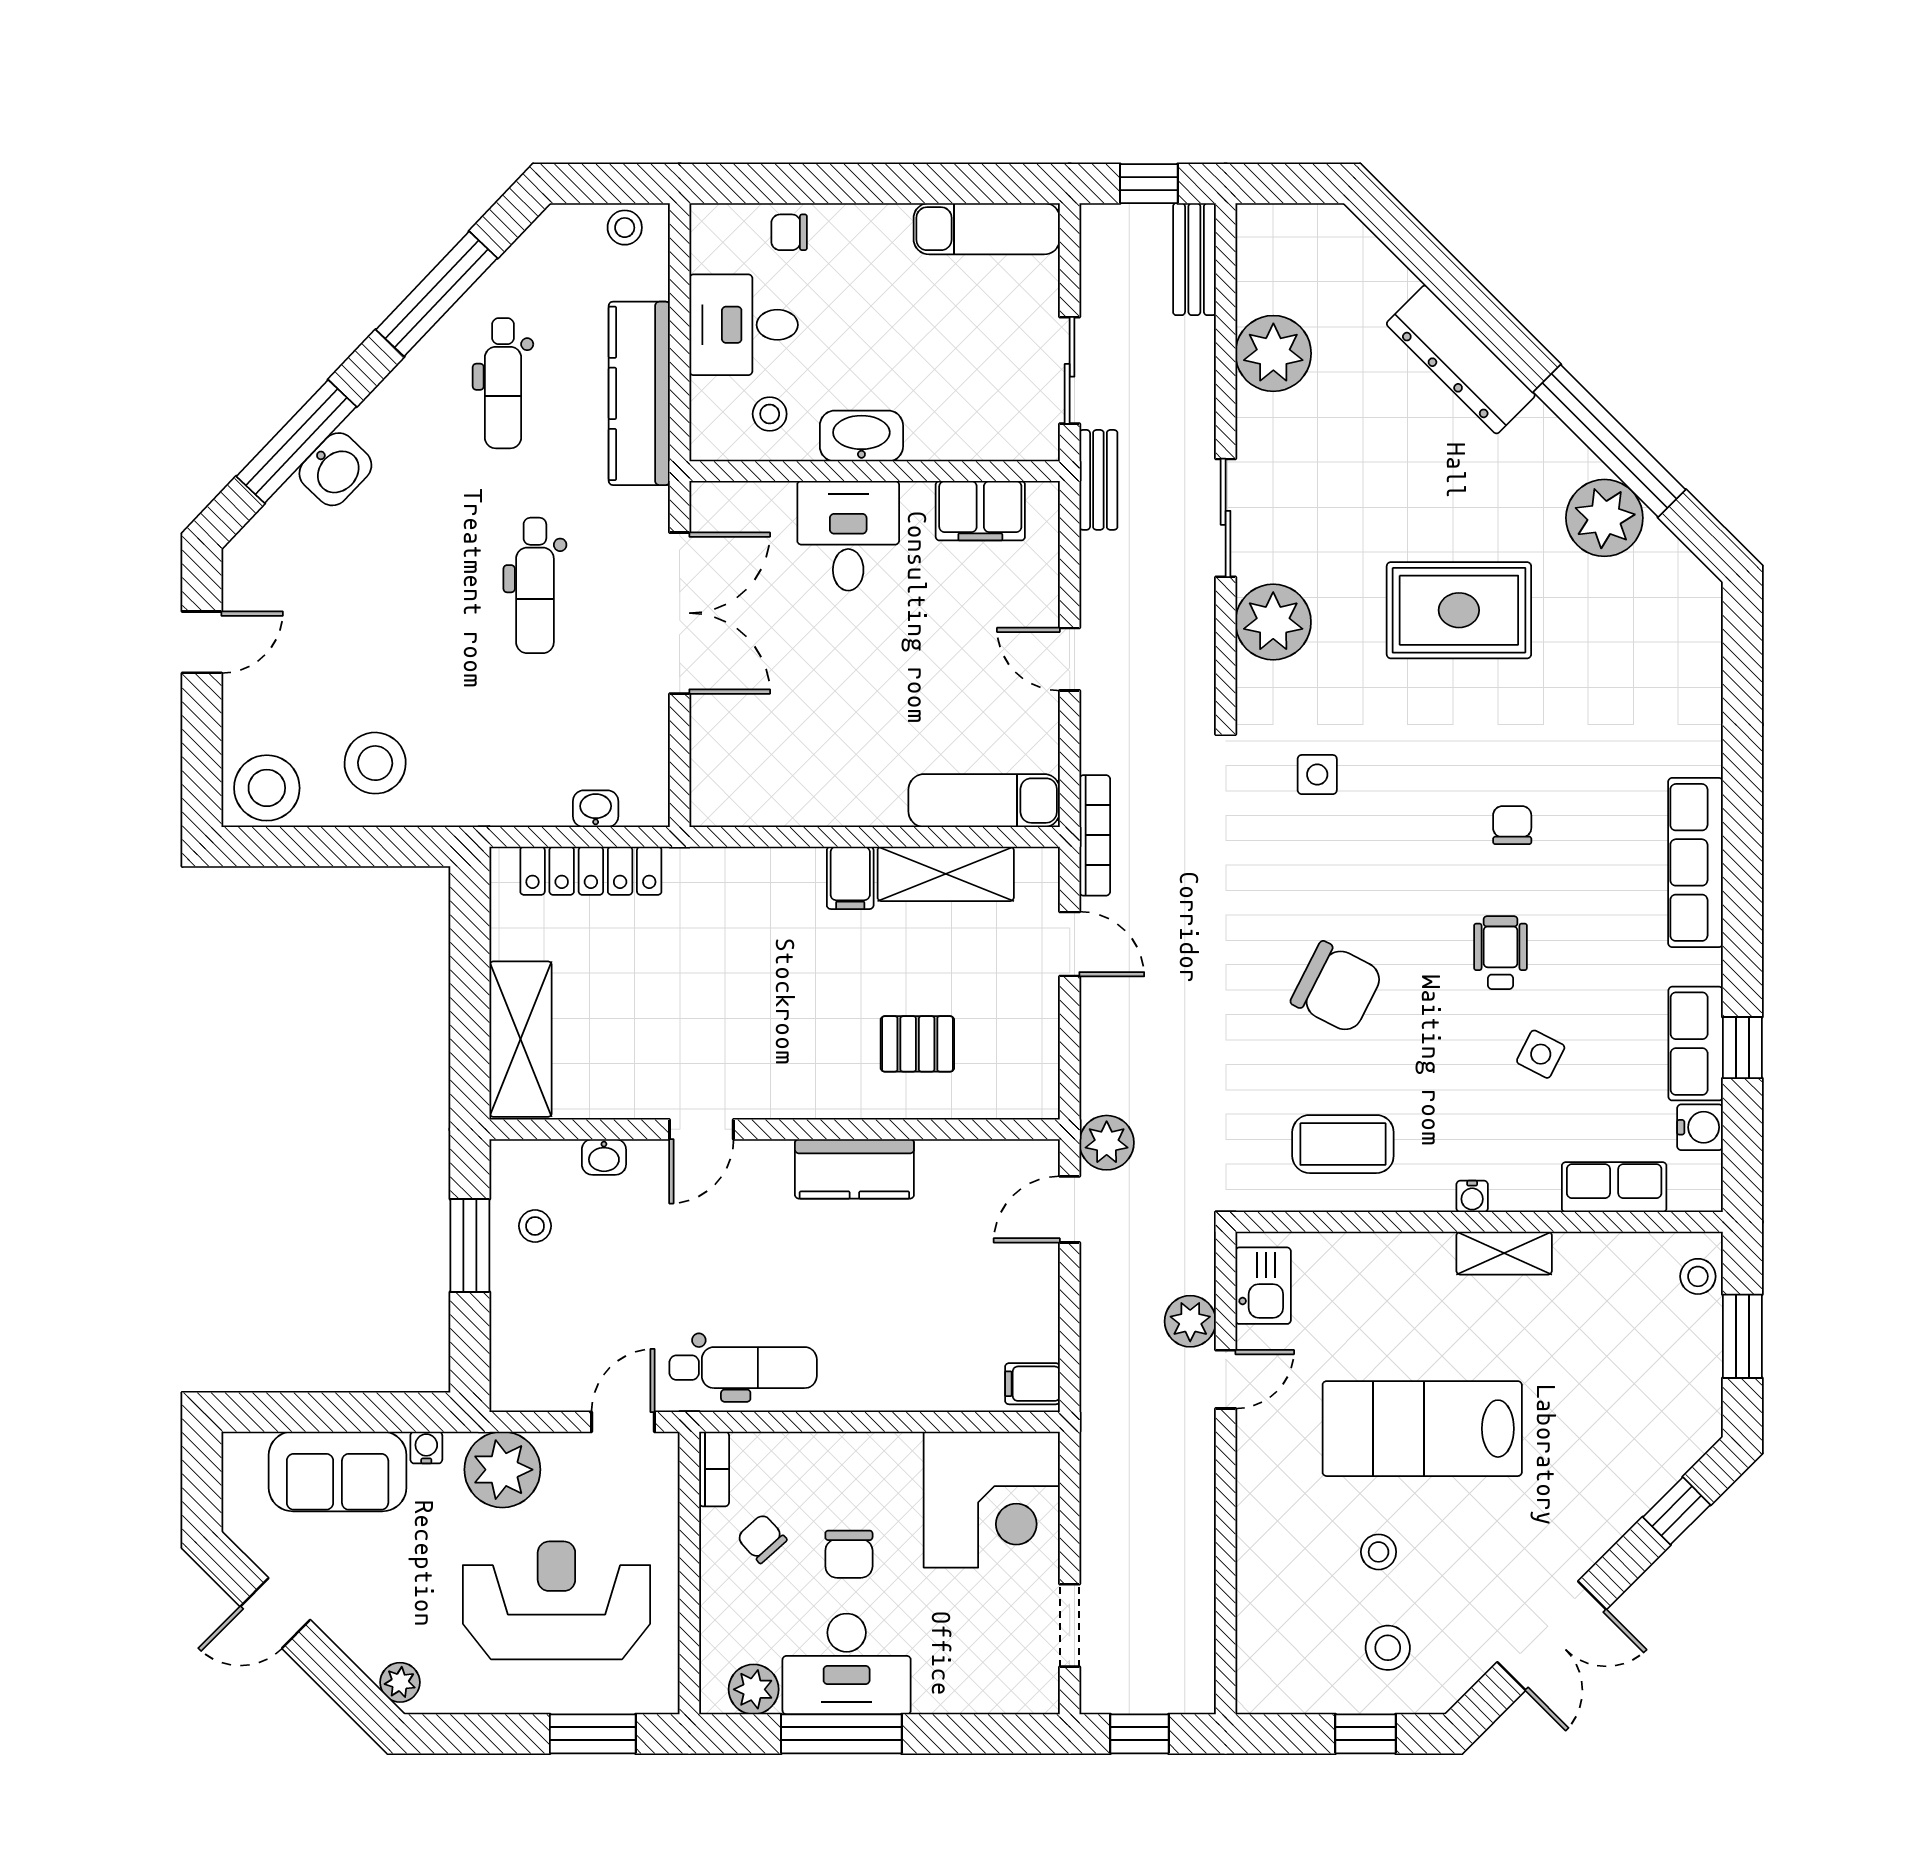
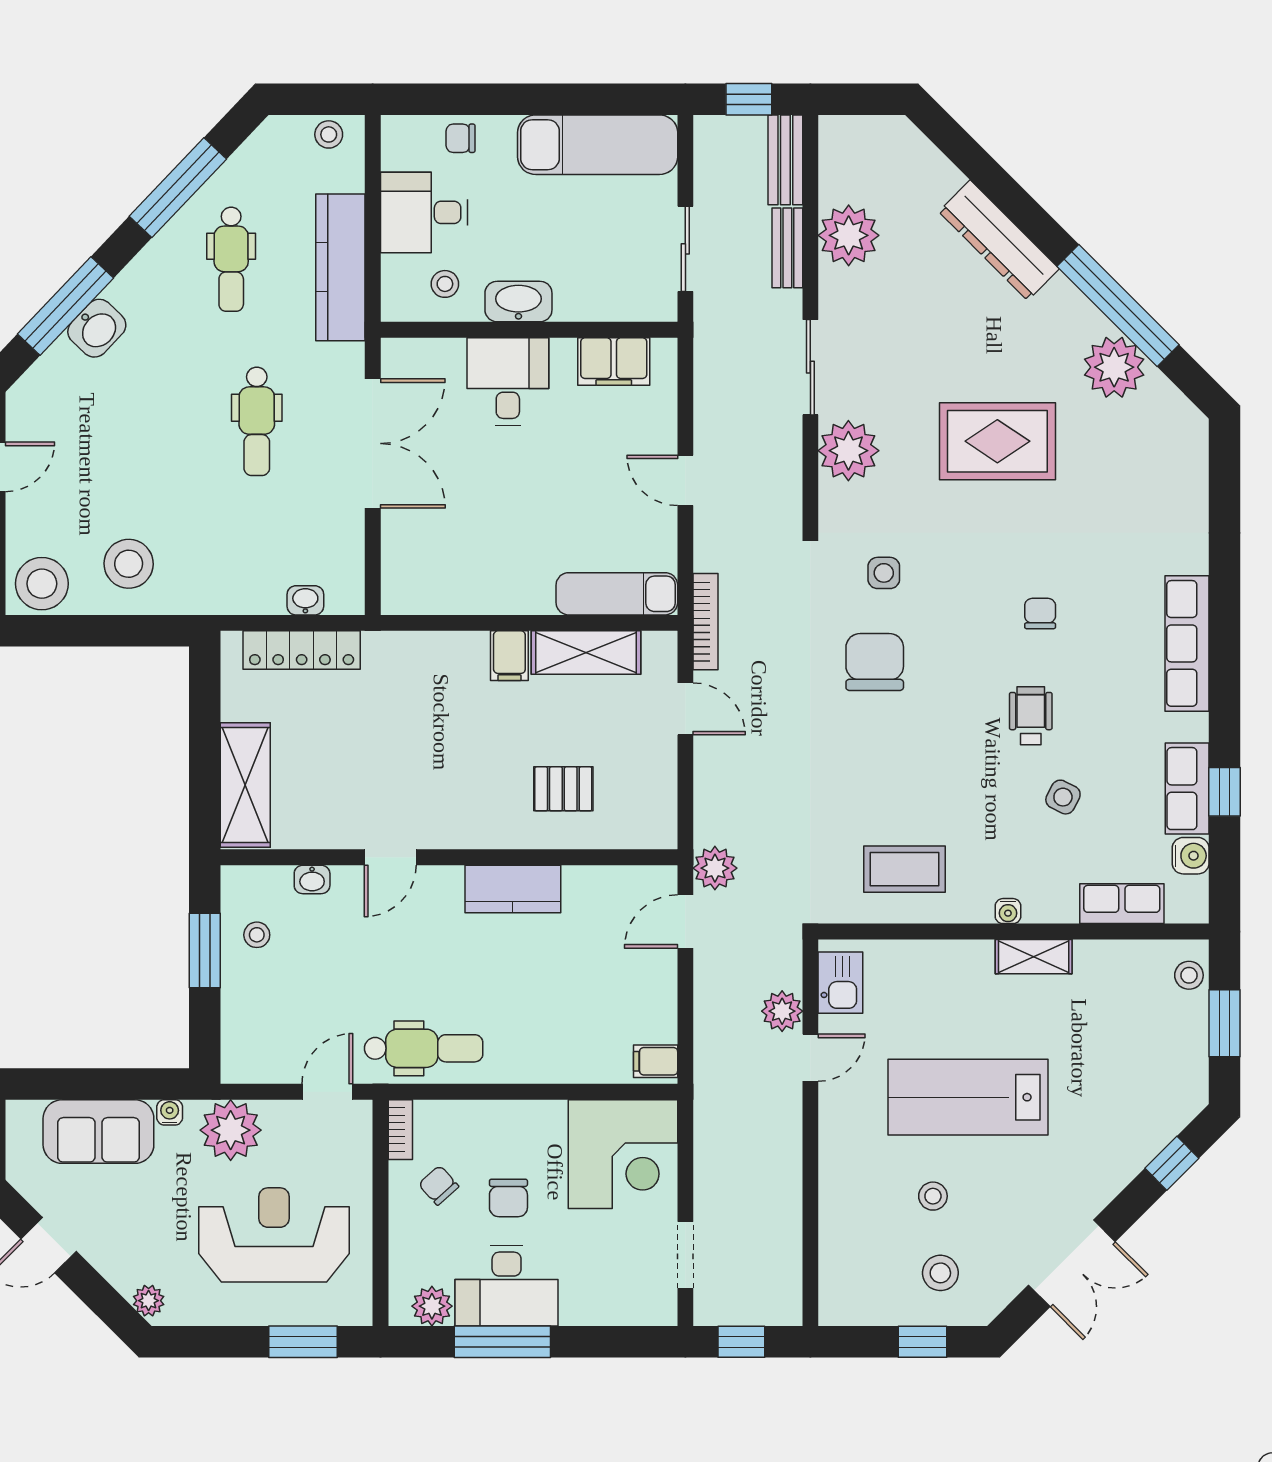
exam couch: (987, 229) -> (598, 145), width x1.36, depth x1.45
bench: (1098, 480) -> (787, 248), moved
chair: (1337, 987) -> (875, 662), moved, turned -117

